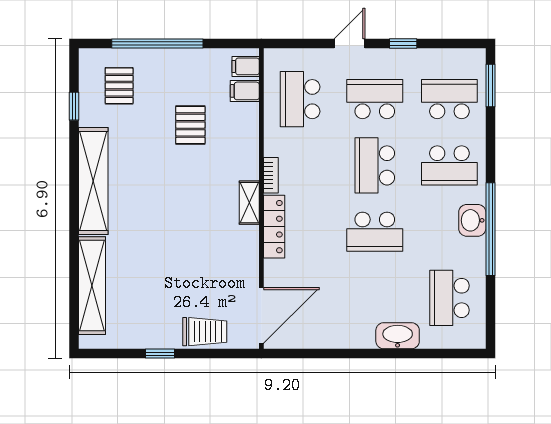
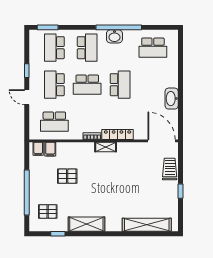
shelving: (93, 181) -> (86, 224), width x0.68
washbasin: (398, 336) -> (172, 99), moved

